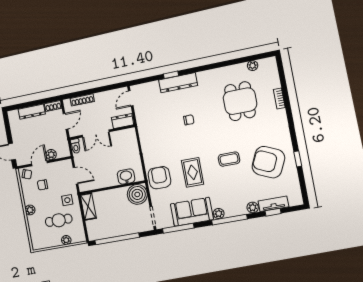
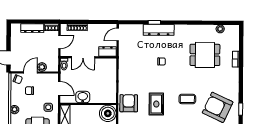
dining table: (240, 101) -> (205, 55), turned 90
washbasin: (126, 177) -> (83, 97), moved

